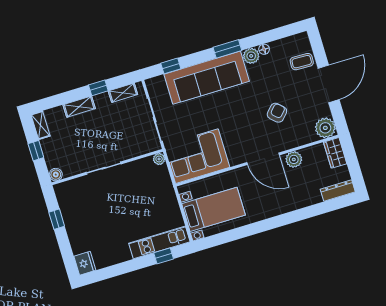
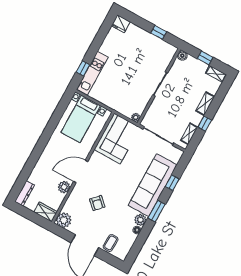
window: (171, 66) -> (172, 183), moved

